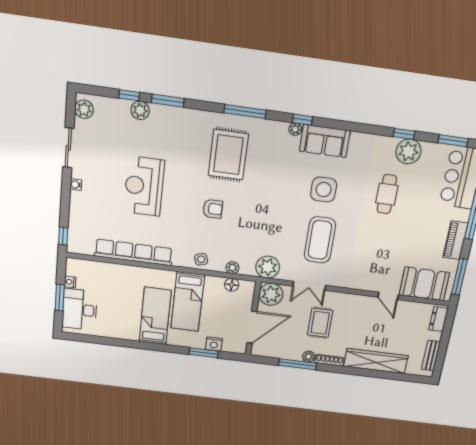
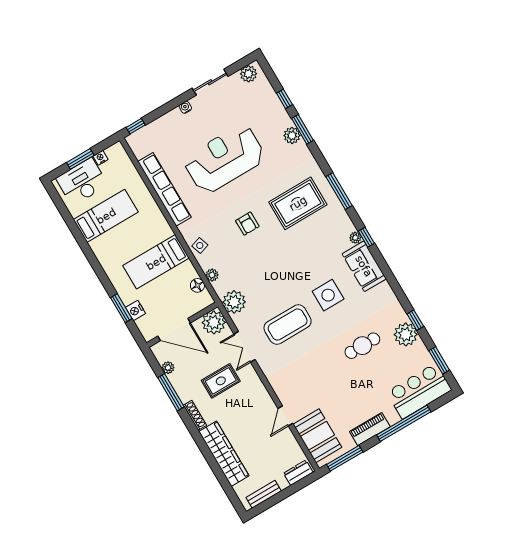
plant: (140, 110) -> (292, 136), moved
reception desk: (144, 186) -> (224, 159), width x1.36, depth x1.30
bed: (155, 316) -> (106, 216), moved
plant: (309, 357) -> (168, 368), moved

